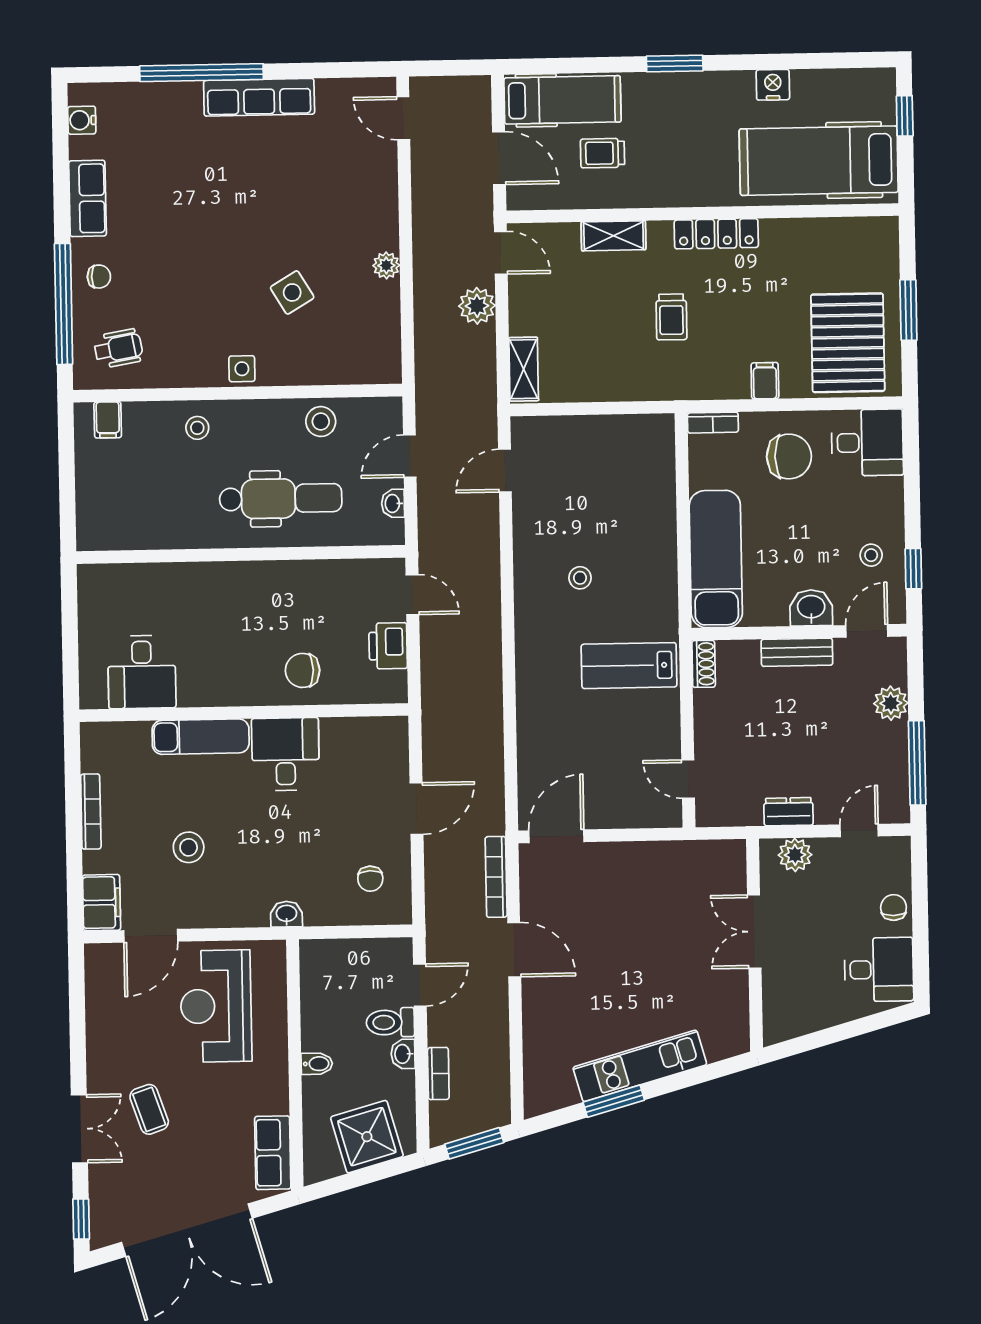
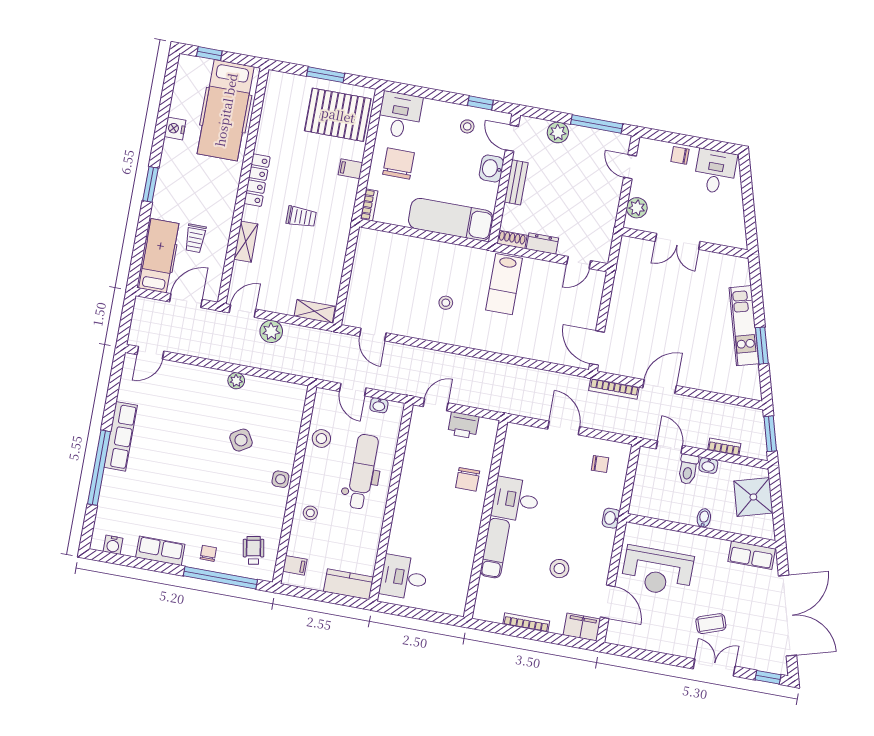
kitchen counter: (95, 512) -> (348, 584), added
desk: (142, 672) -> (404, 577), moved, turned 180
dresser: (789, 812) -> (542, 243), moved, turned 90

